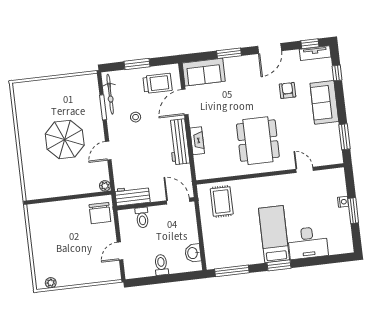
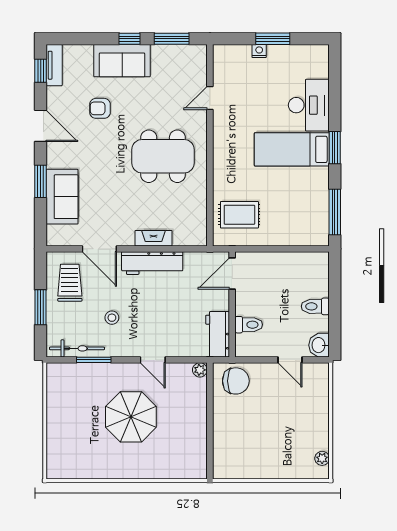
sofa: (204, 72) -> (62, 197), moved
window: (337, 73) -> (129, 39), moved
washbasin: (193, 253) -> (319, 345), moved, turned 90

